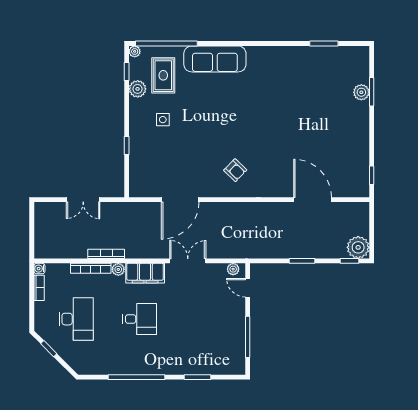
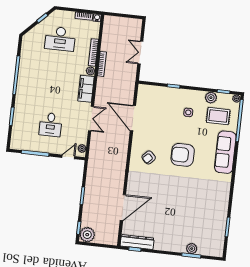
armchair: (226, 121) -> (183, 155), added
dresser: (361, 173) -> (137, 242), added
desk: (140, 319) -> (51, 125), moved

